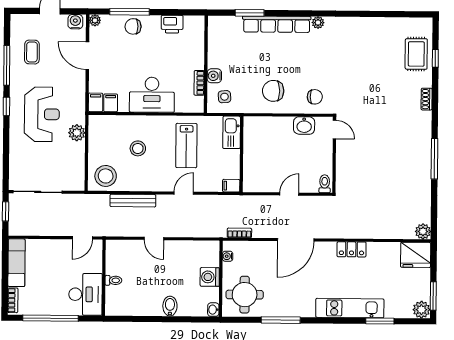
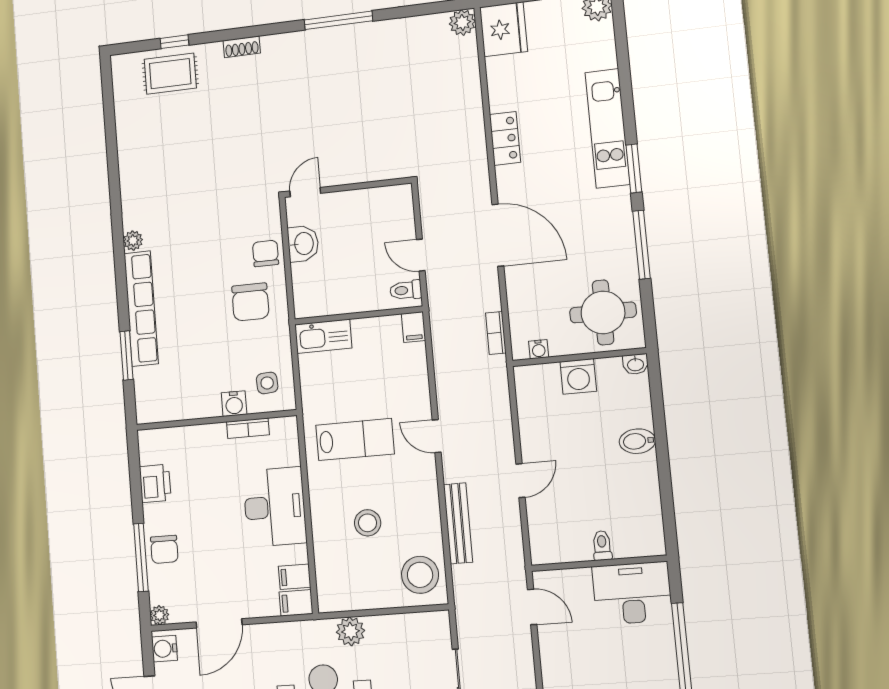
chair: (315, 97) -> (266, 253), moved
kitchen sink: (232, 132) -> (323, 336), moved
wall: (242, 154) -> (358, 315), moved
toilet: (325, 184) -> (406, 290), moved
filing cabinet: (231, 186) -> (413, 327), moved
window: (380, 321) -> (634, 168), moved

